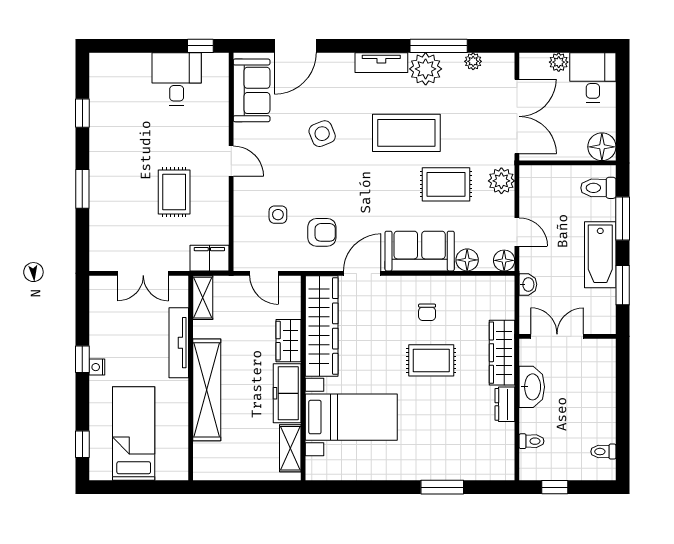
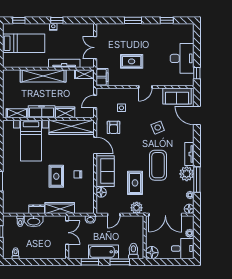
desk: (177, 79) -> (182, 58), width x1.37
floor lamp: (504, 260) -> (189, 209), moved
washbasin: (532, 387) -> (34, 221), moved

